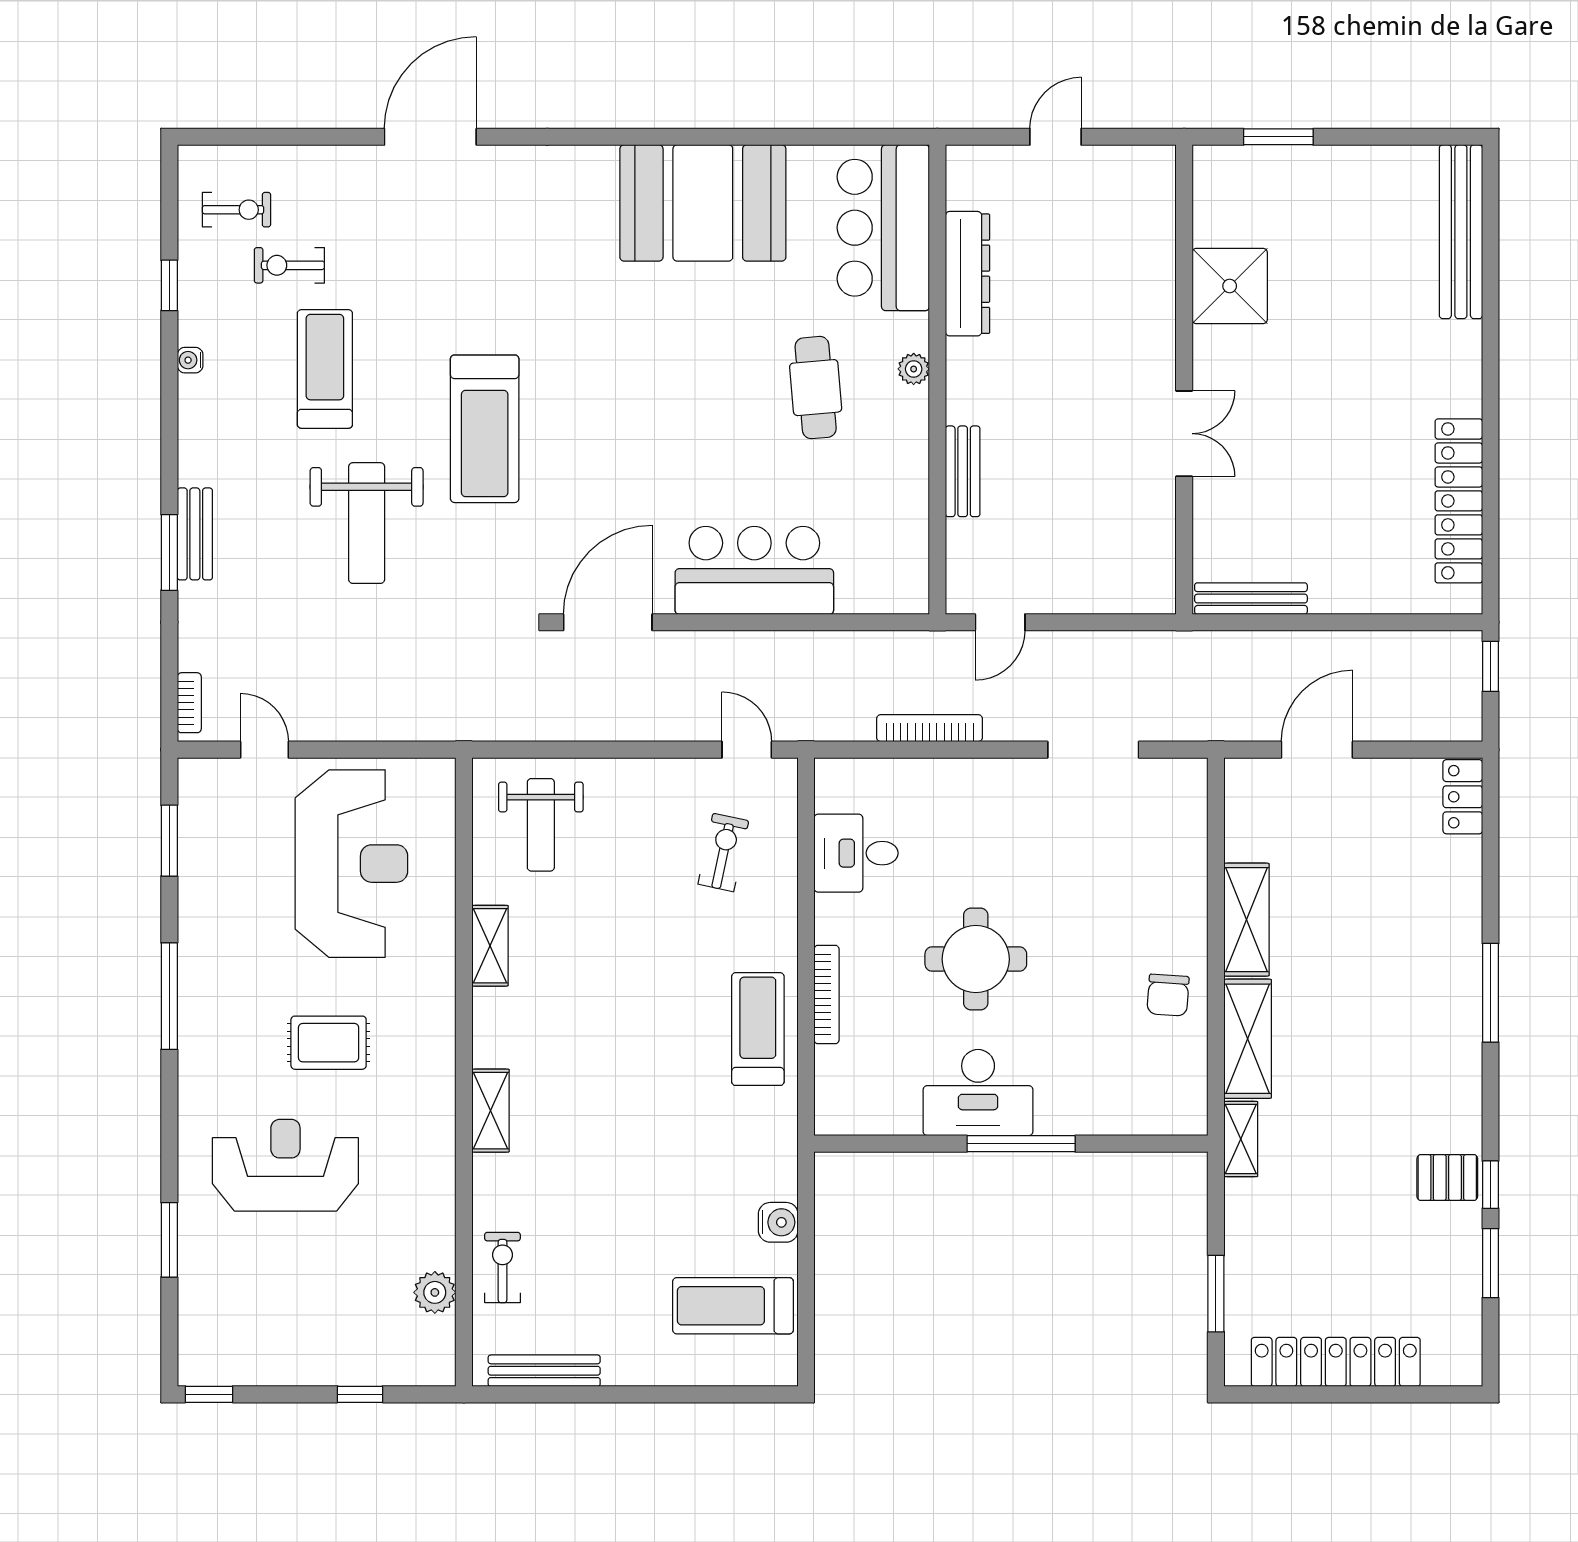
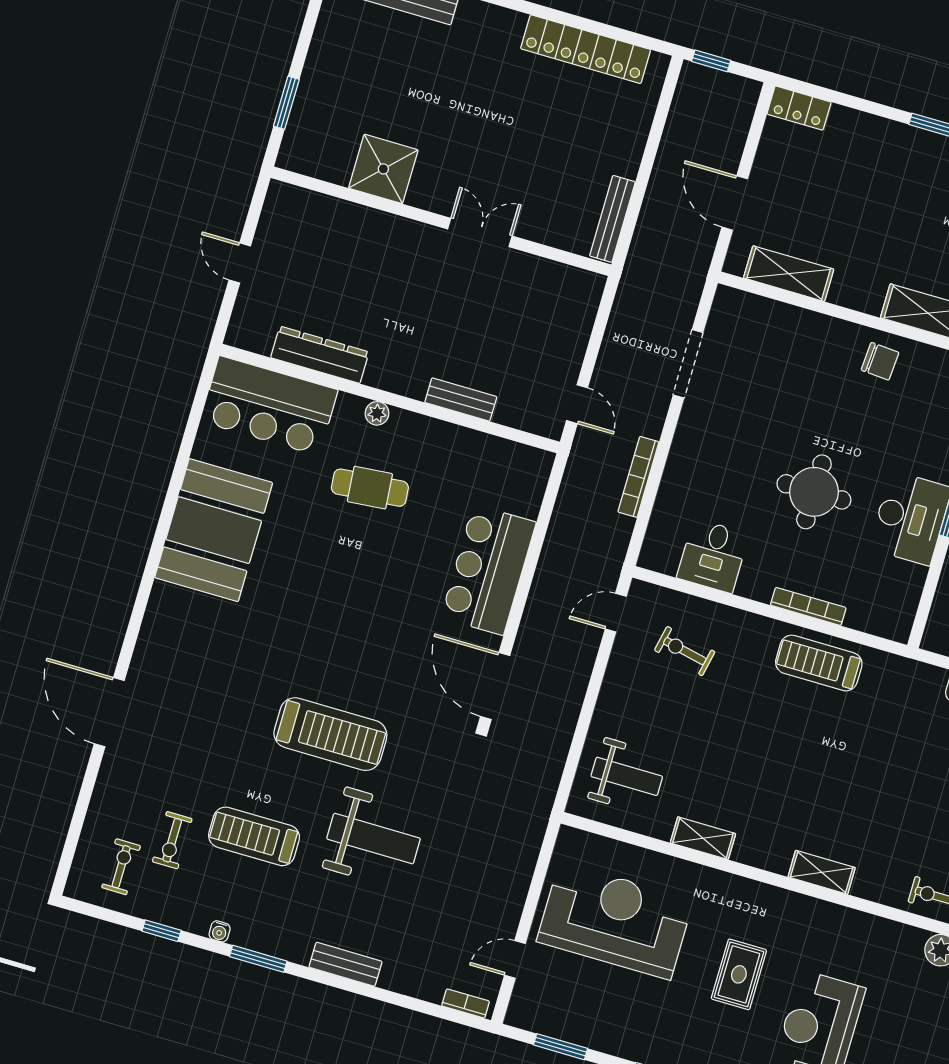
window: (169, 552) -> (258, 959), moved
shelving: (1246, 920) -> (789, 274), moved

